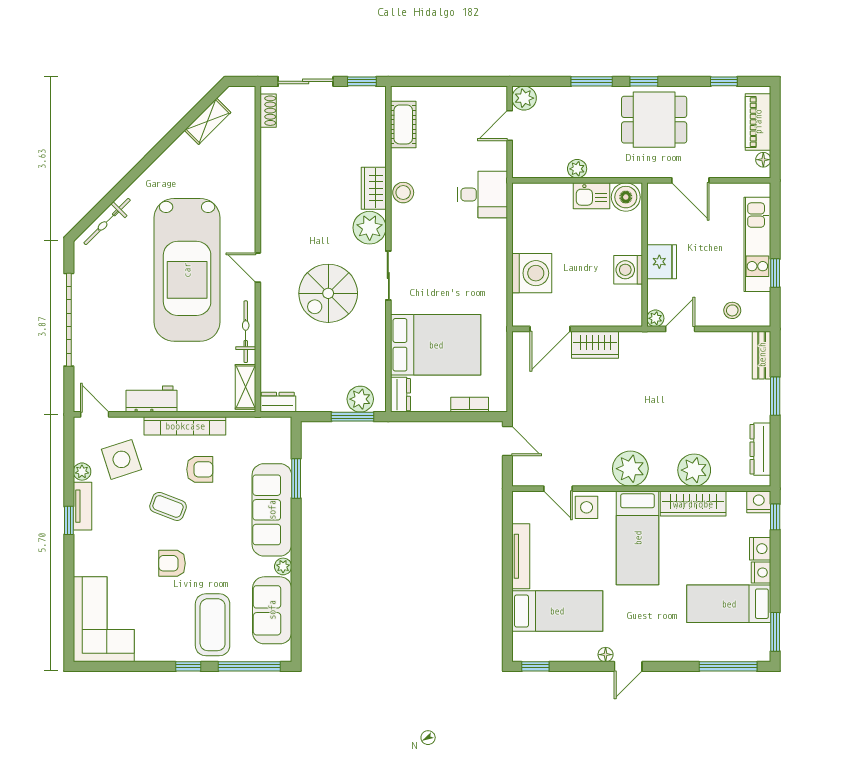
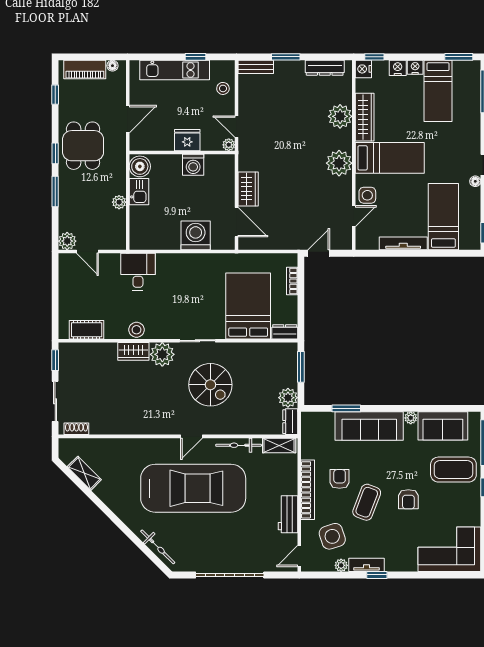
plant: (360, 399) -> (288, 398), moved
coffee table: (168, 506) -> (367, 502), width x1.36, depth x1.30

